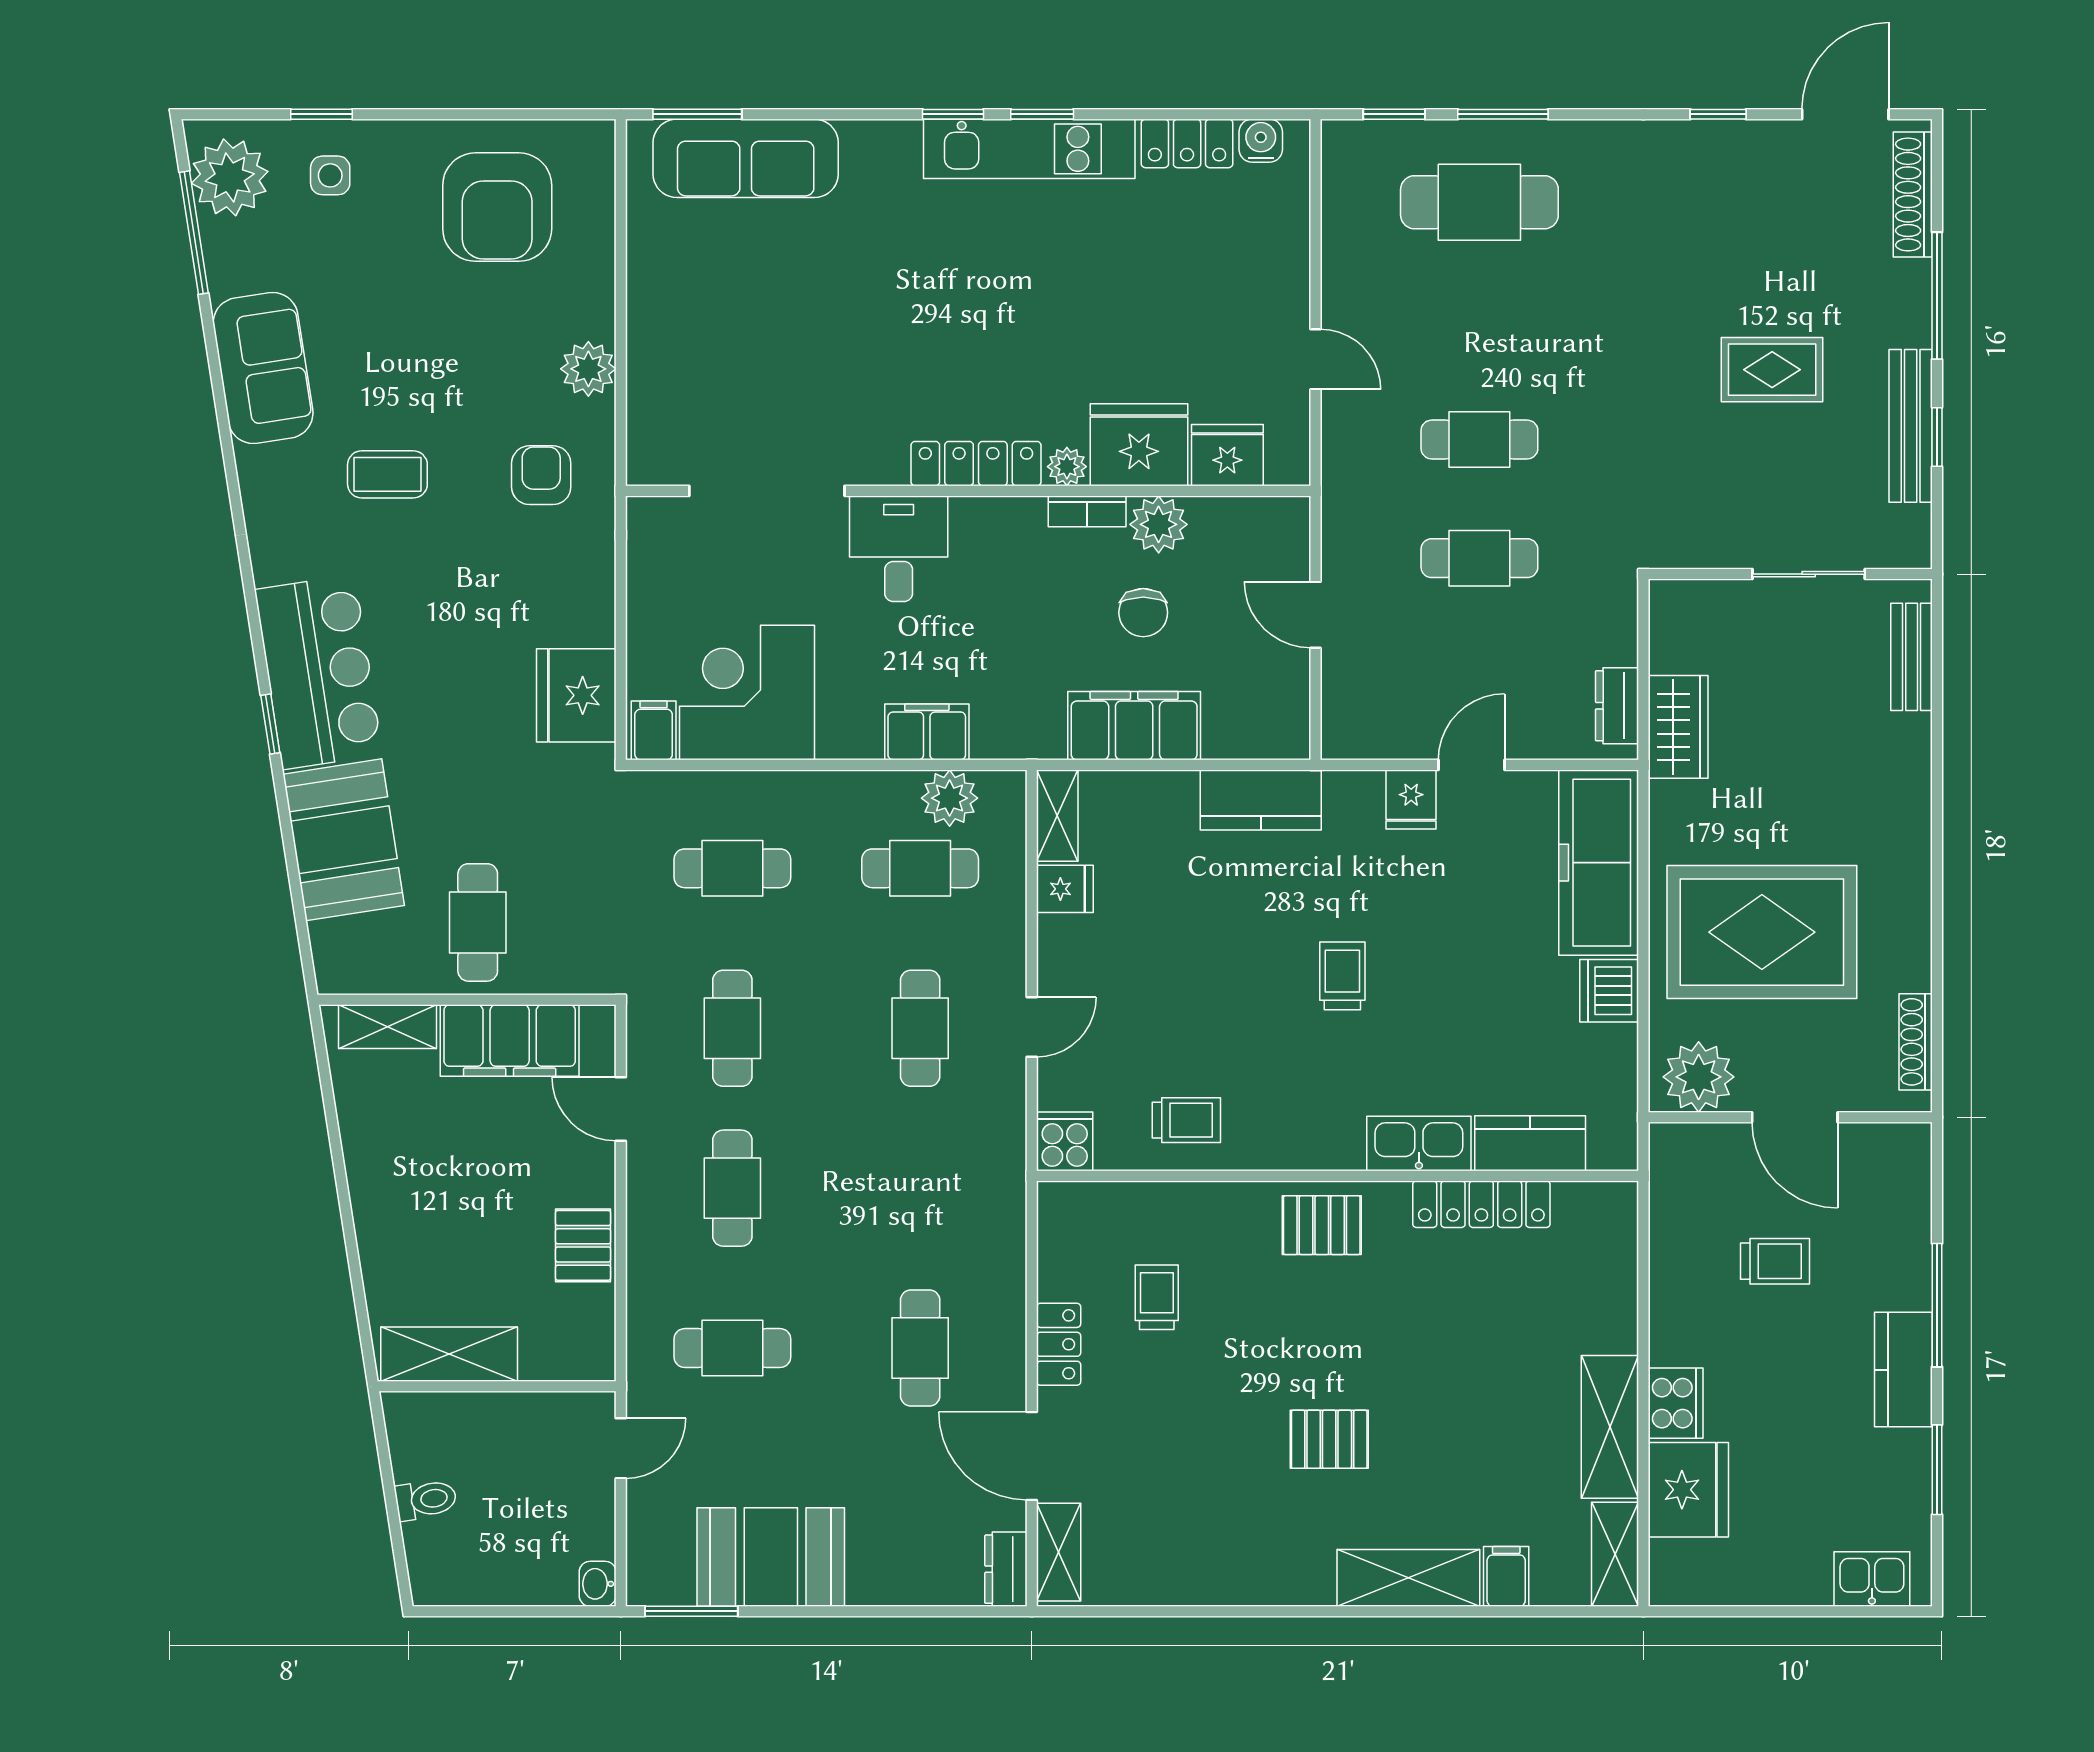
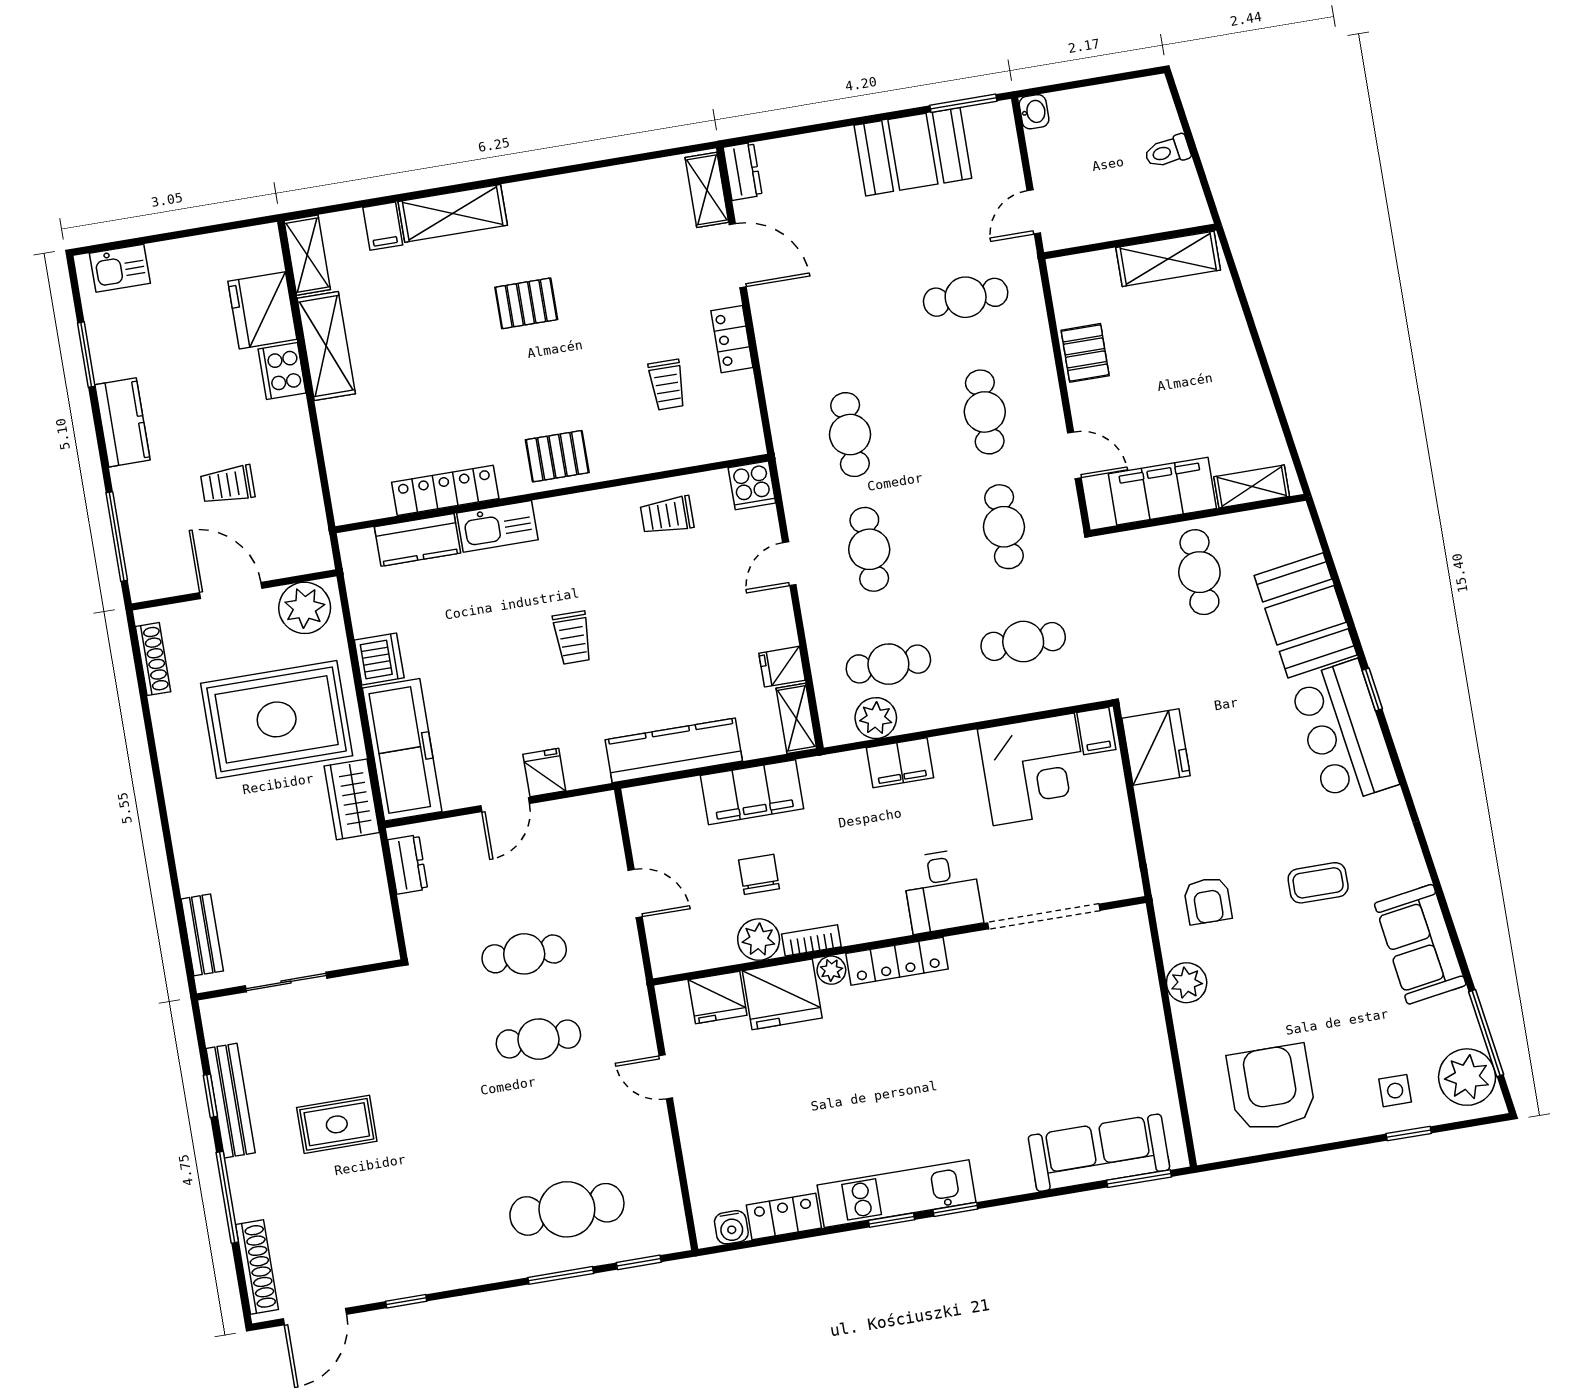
wardrobe: (1678, 727) -> (352, 799), moved
kitchen counter: (1261, 800) -> (674, 750), width x1.50
window: (1937, 1305) -> (117, 537), moved
cafe table: (920, 1348) -> (850, 435), moved

